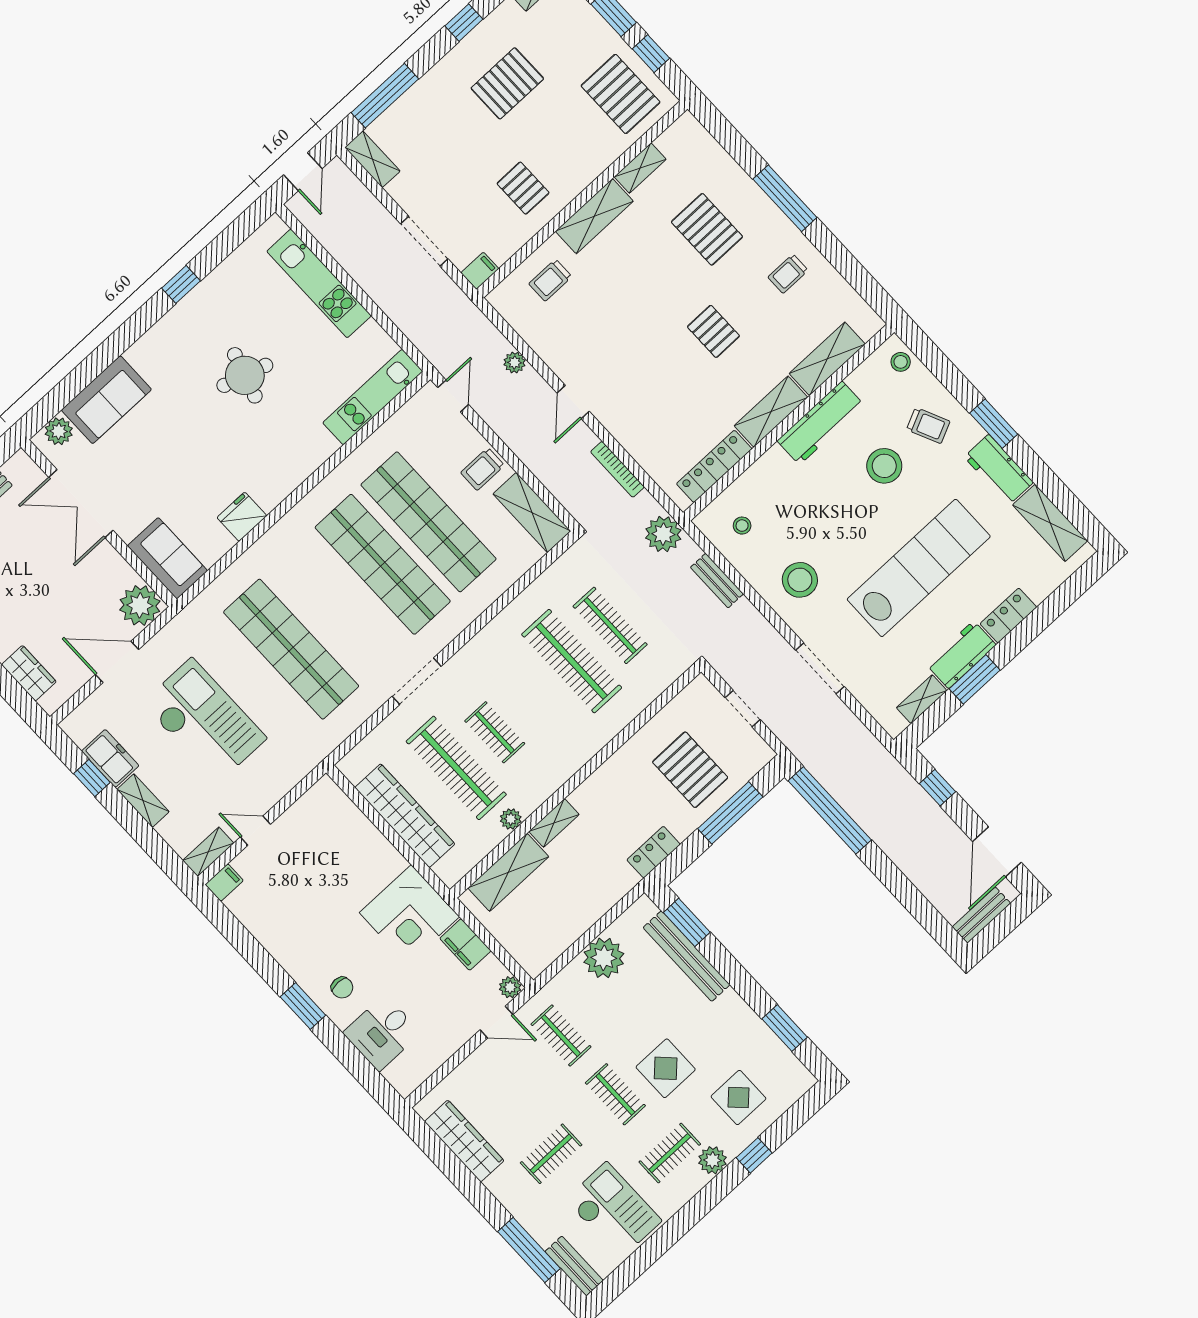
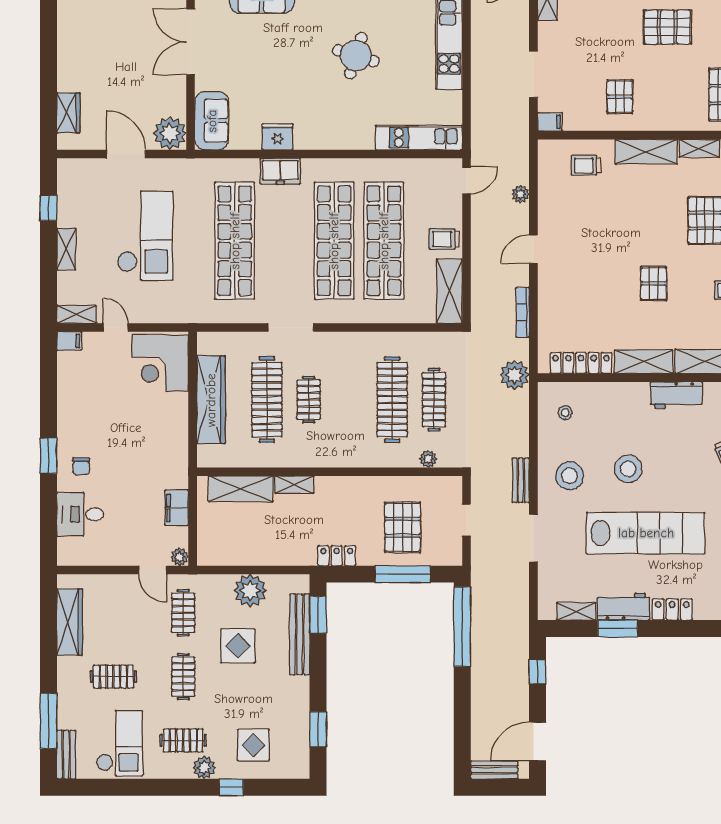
workbench: (821, 423) -> (676, 395), width x0.73
stool: (884, 466) -> (628, 469), moved
bench: (717, 581) -> (521, 480), moved
freezer: (110, 758) -> (280, 171), moved, turned 90
plant: (511, 819) -> (428, 459), moved
corner desk: (409, 915) -> (160, 363), moved
display table: (666, 1068) -> (238, 646), moved

